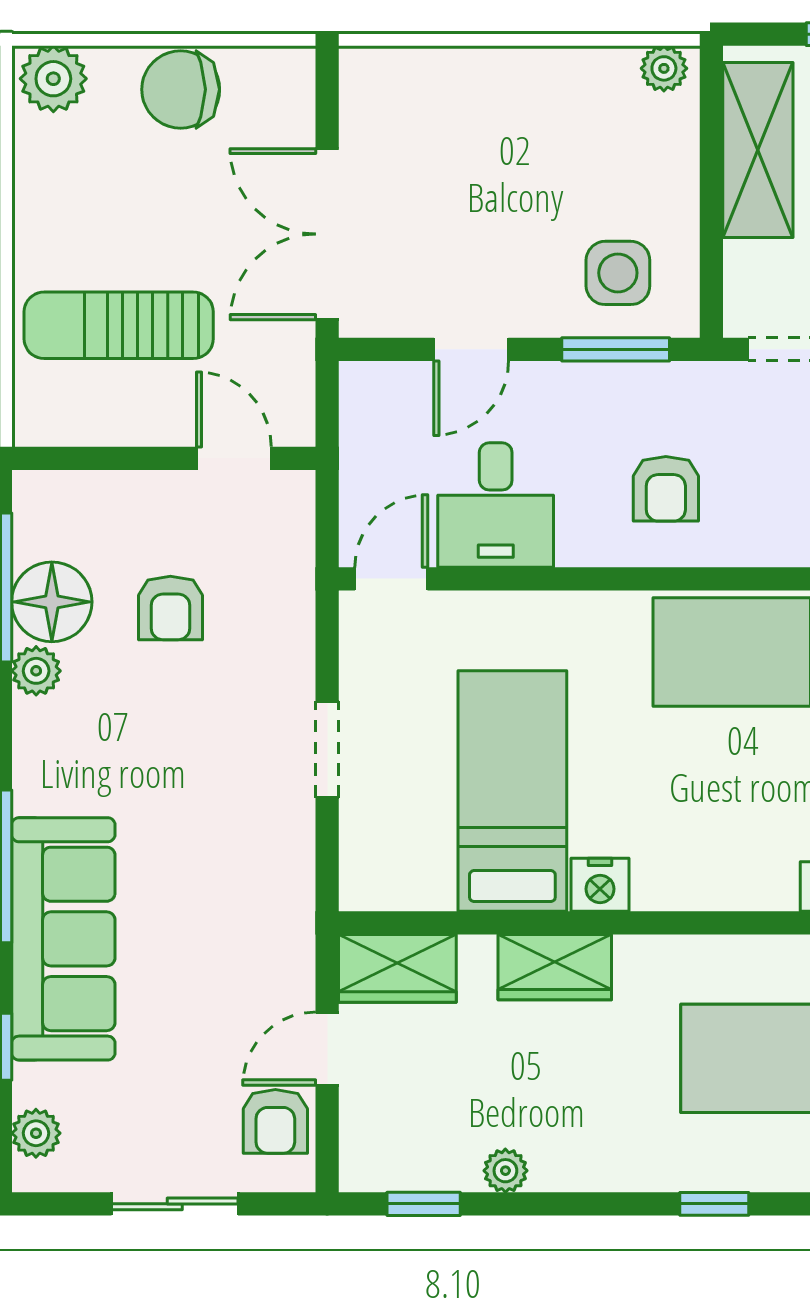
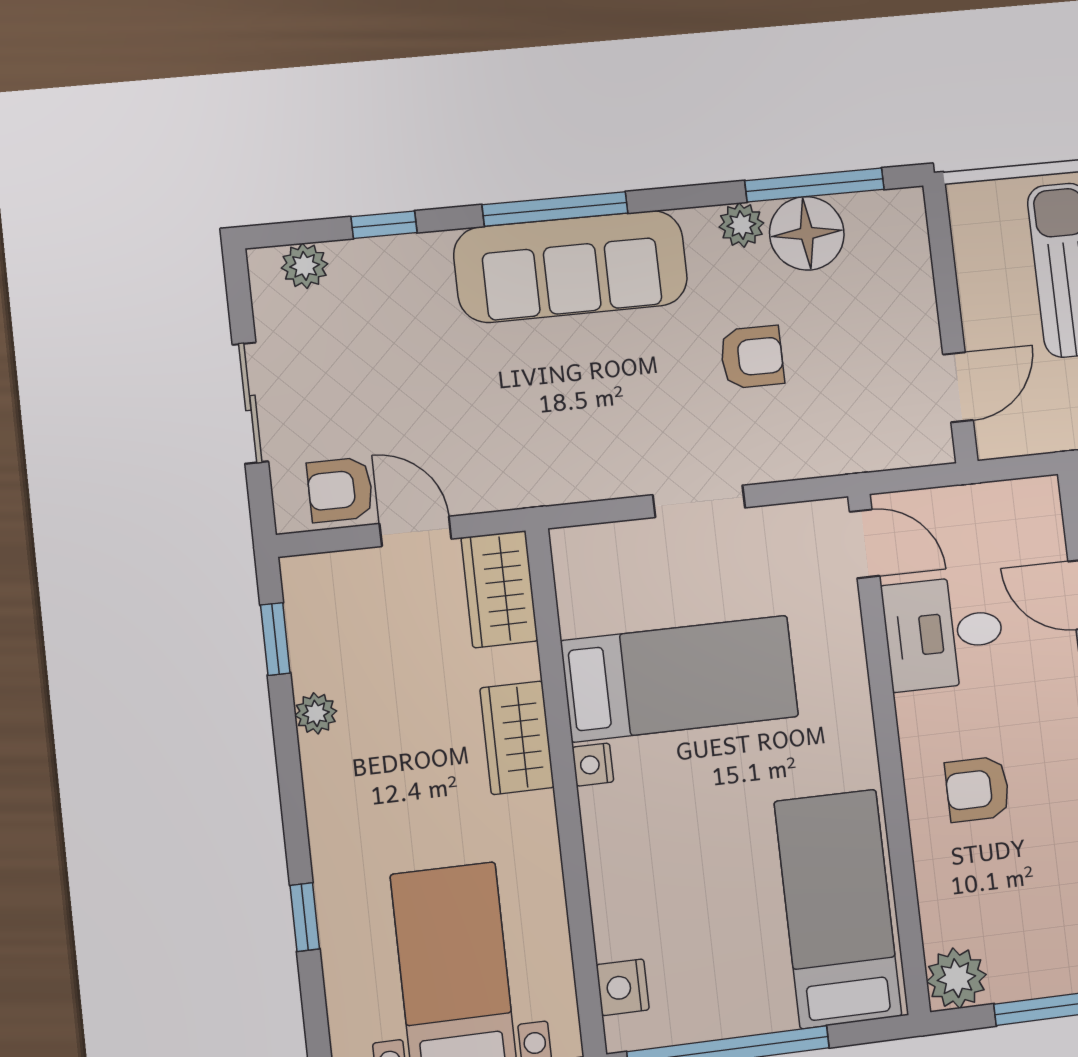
armchair: (170, 608) -> (752, 357), moved, turned 180
nightstand: (600, 885) -> (593, 765), width x0.72, depth x0.74
sofa: (63, 939) -> (571, 266), moved

